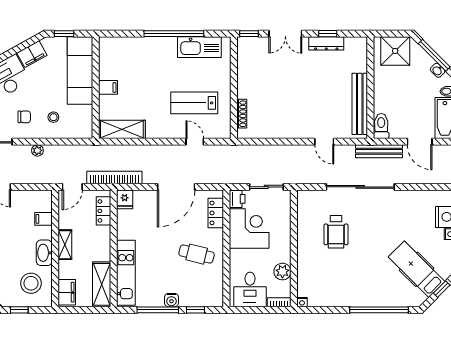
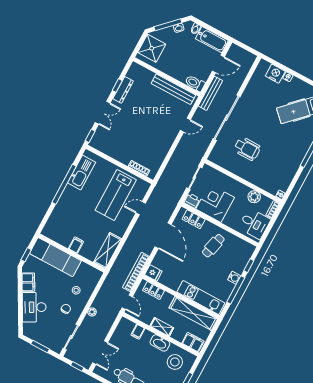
lab bench: (194, 103) -> (116, 195), width x1.36, depth x1.39
shelving: (102, 284) -> (193, 313), width x1.47

